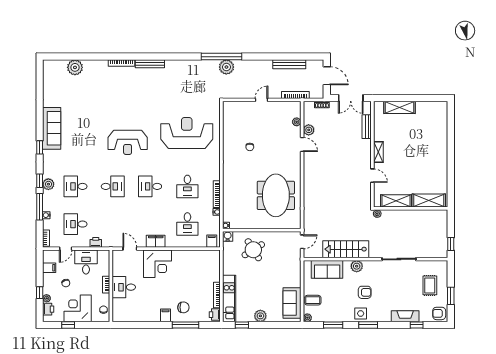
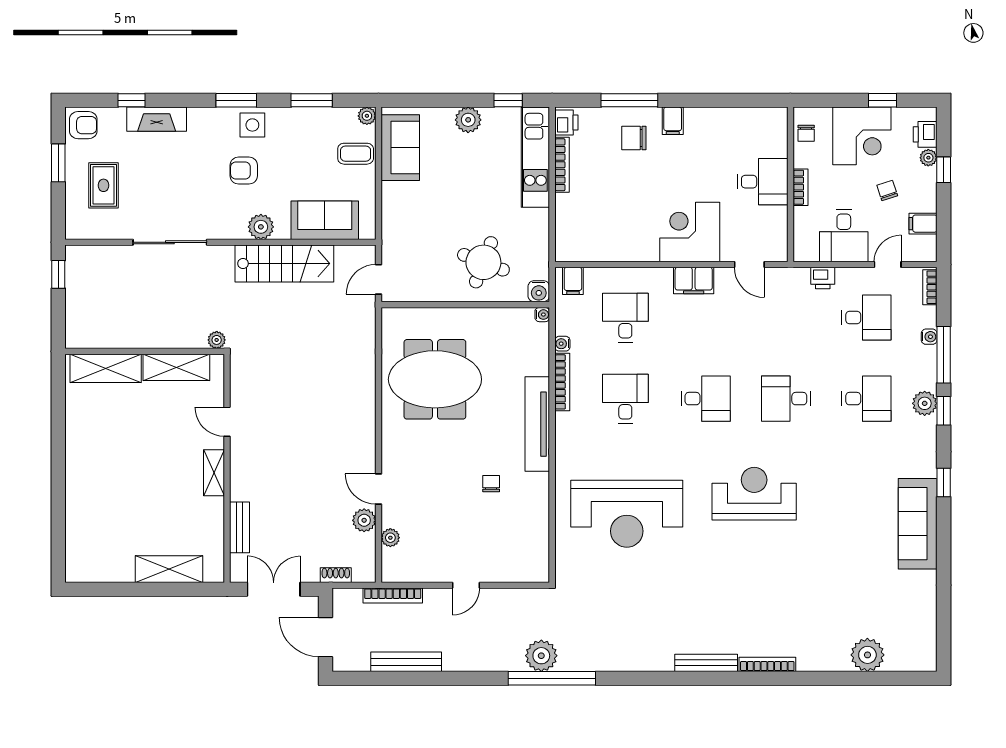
tv unit: (228, 175) -> (537, 424), added
meeting table: (276, 195) -> (435, 379), turned 90
round table: (253, 250) -> (483, 262), turned -37

